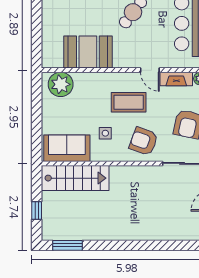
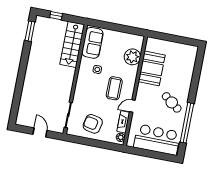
plant: (61, 84) -> (132, 57), moved
armchair: (144, 141) -> (87, 93), removed

